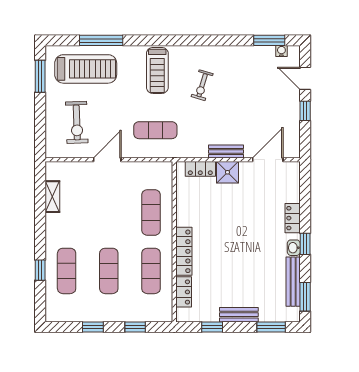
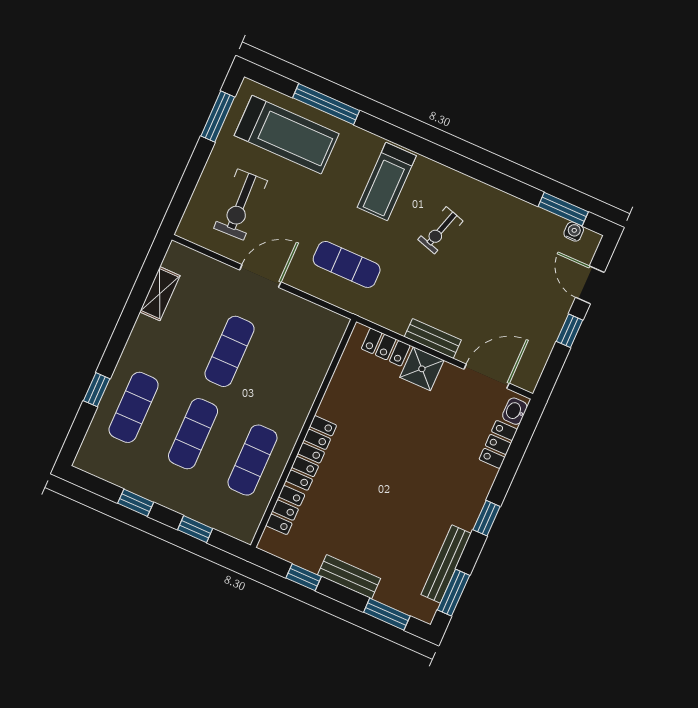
exercise mat: (151, 212) -> (230, 351), moved
locker: (293, 218) -> (498, 444), moved
washbasin: (294, 248) -> (515, 411), moved

